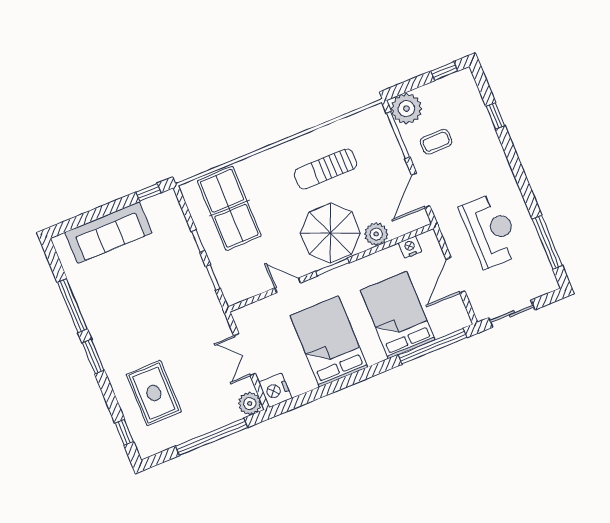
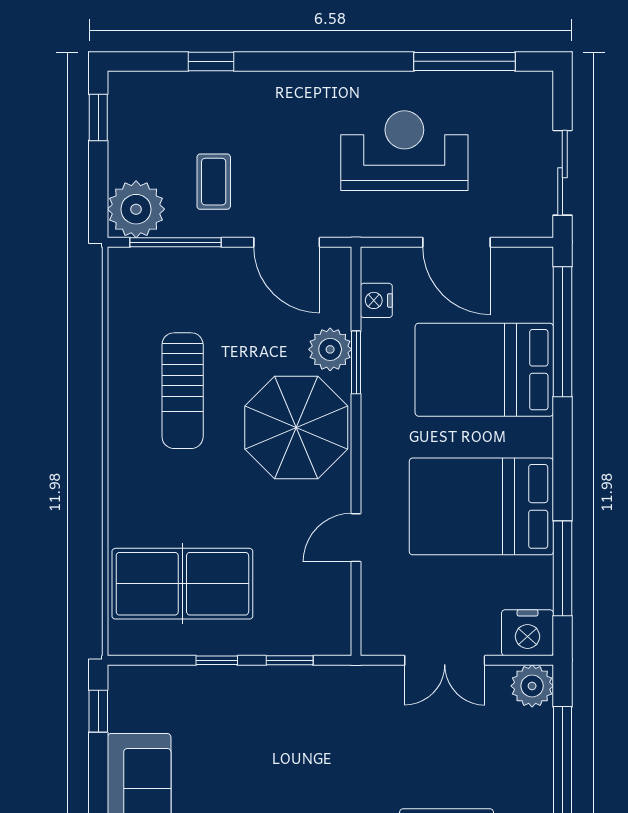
window: (332, 267) -> (356, 362), moved
window: (315, 395) -> (562, 568), added

